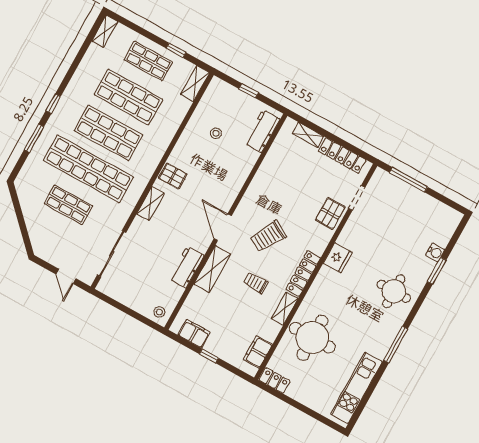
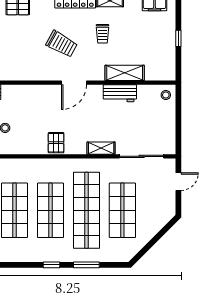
shelving: (150, 204) -> (101, 148), moved
shop shelf: (68, 205) -> (122, 210), width x1.43, depth x1.36
shelving: (212, 269) -> (125, 73), moved
filing cabinet: (194, 334) -> (168, 59), removed

